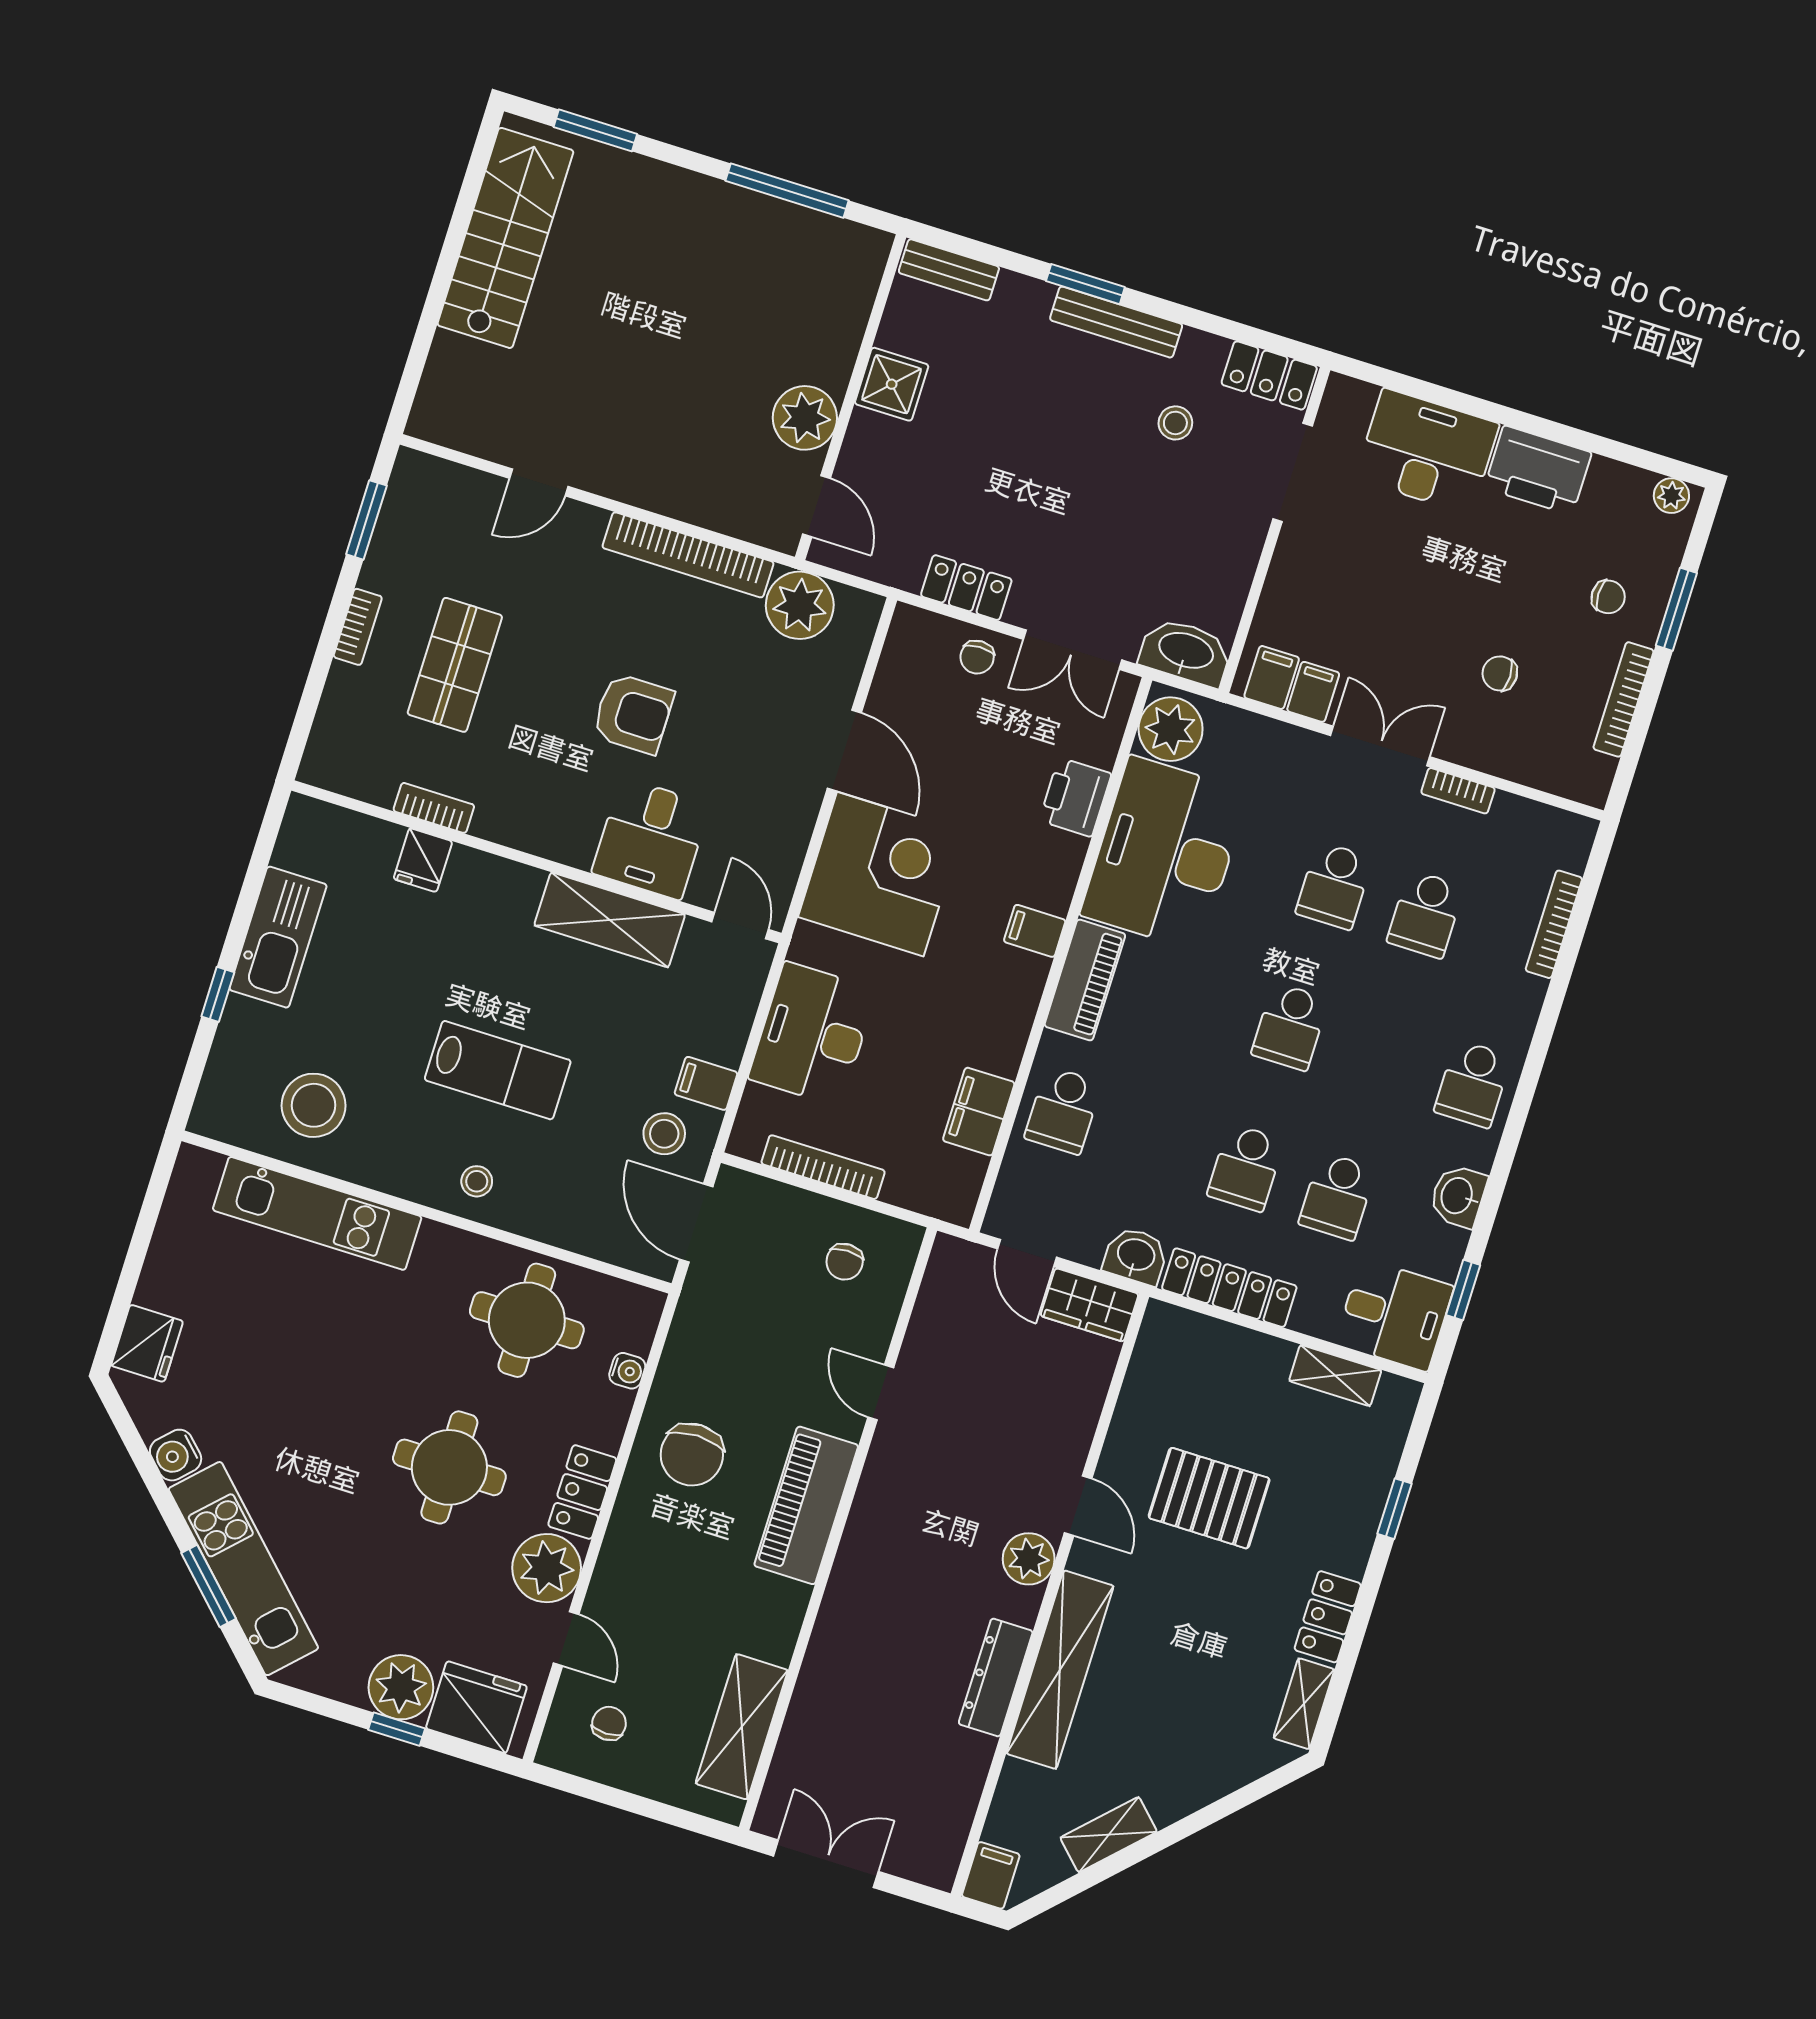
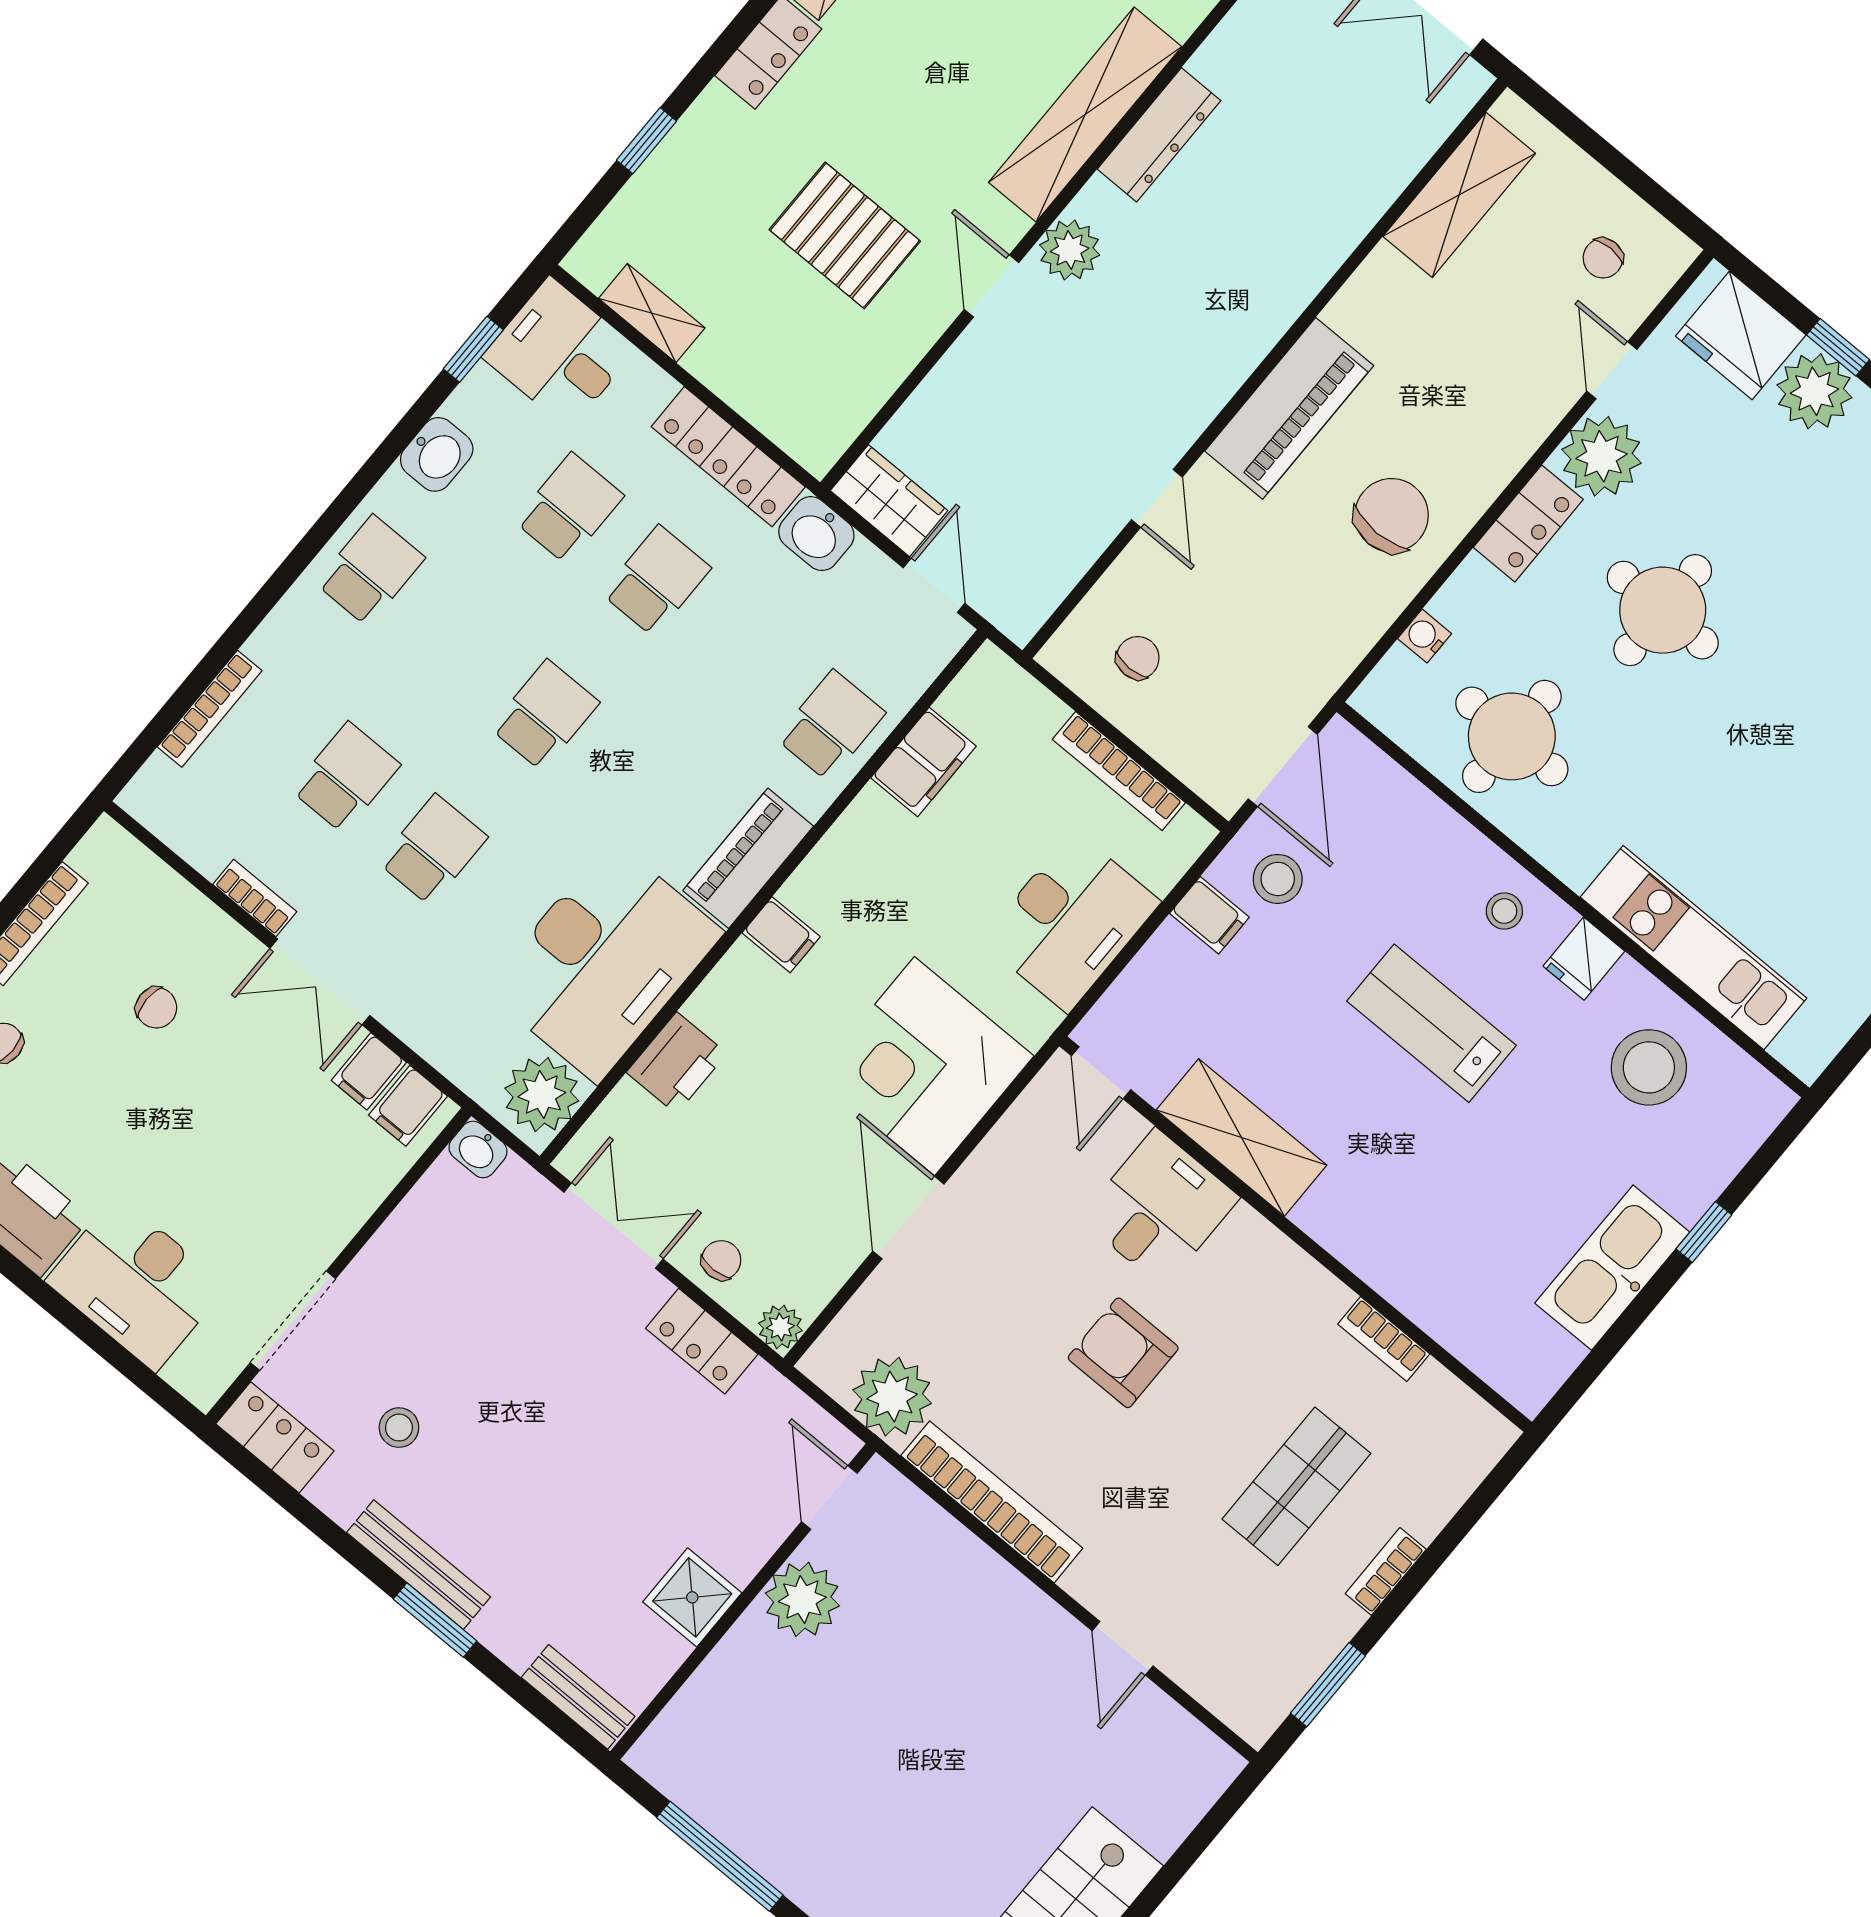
door: (539, 482) -> (1123, 1648), swing flipped
plant: (909, 624) -> (780, 1327), added
washbasin: (1186, 652) -> (478, 1149), width x0.52, depth x0.69
fridge: (423, 860) -> (1584, 959), moved, turned 180

